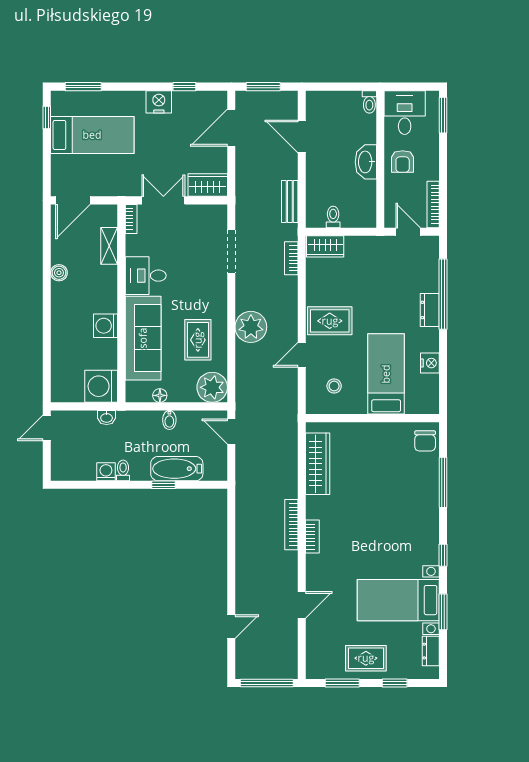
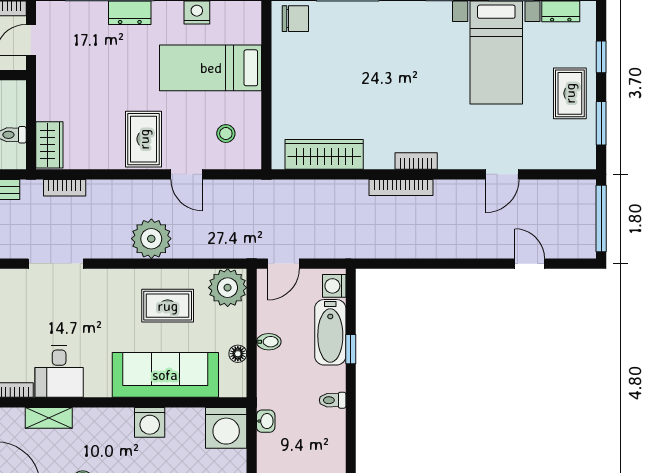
desk: (146, 276) -> (59, 372), moved
washing machine: (106, 472) -> (334, 286), moved
door: (302, 605) -> (502, 174), swing flipped

